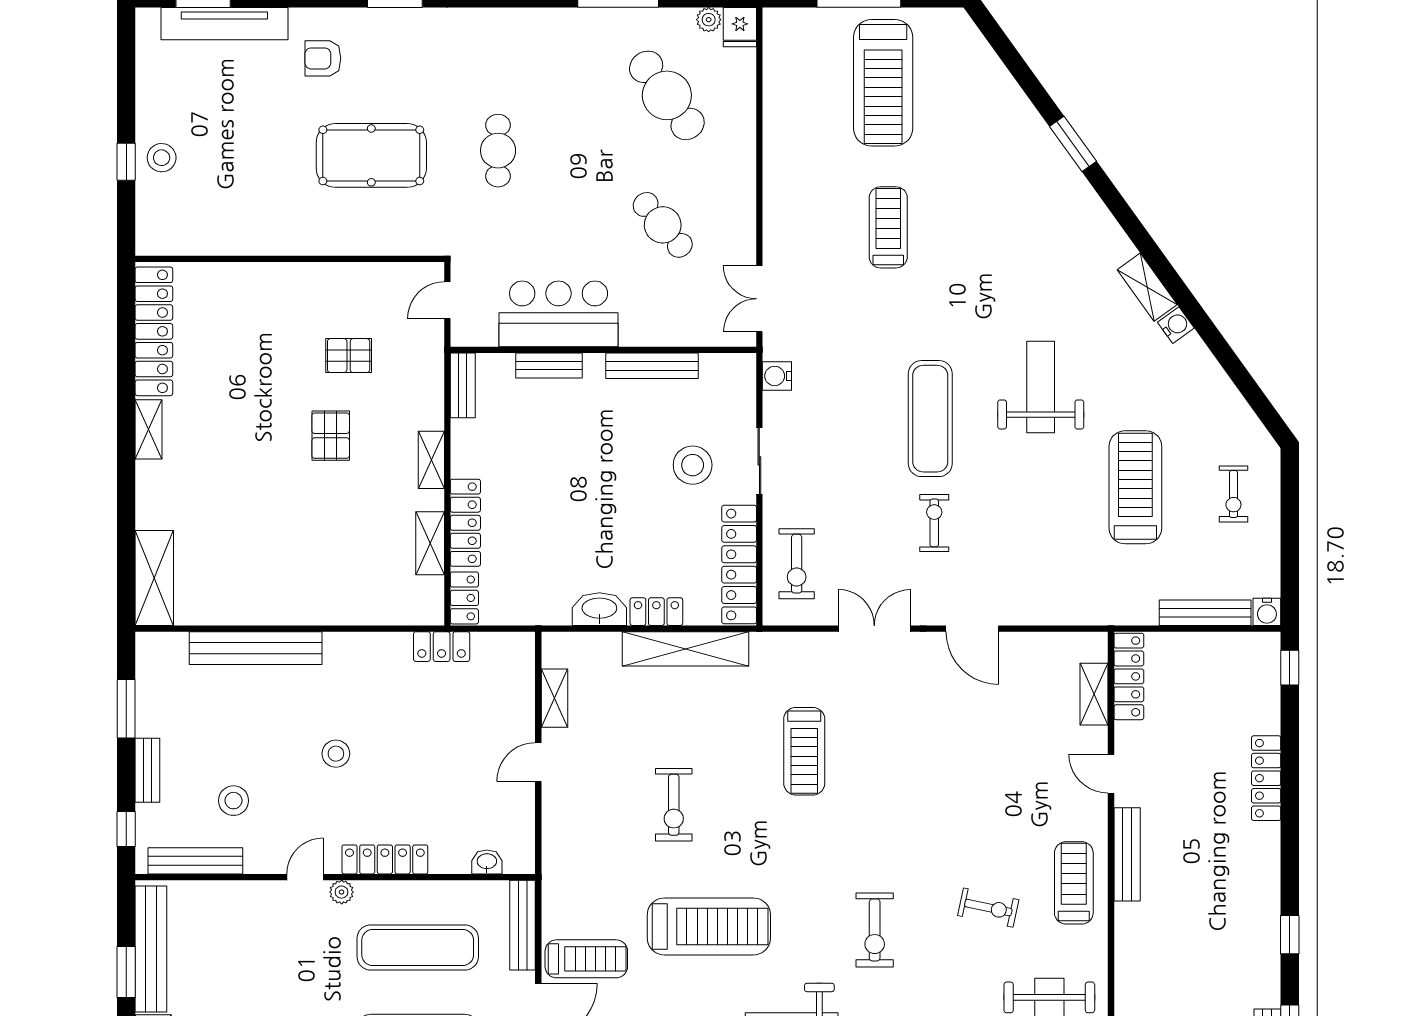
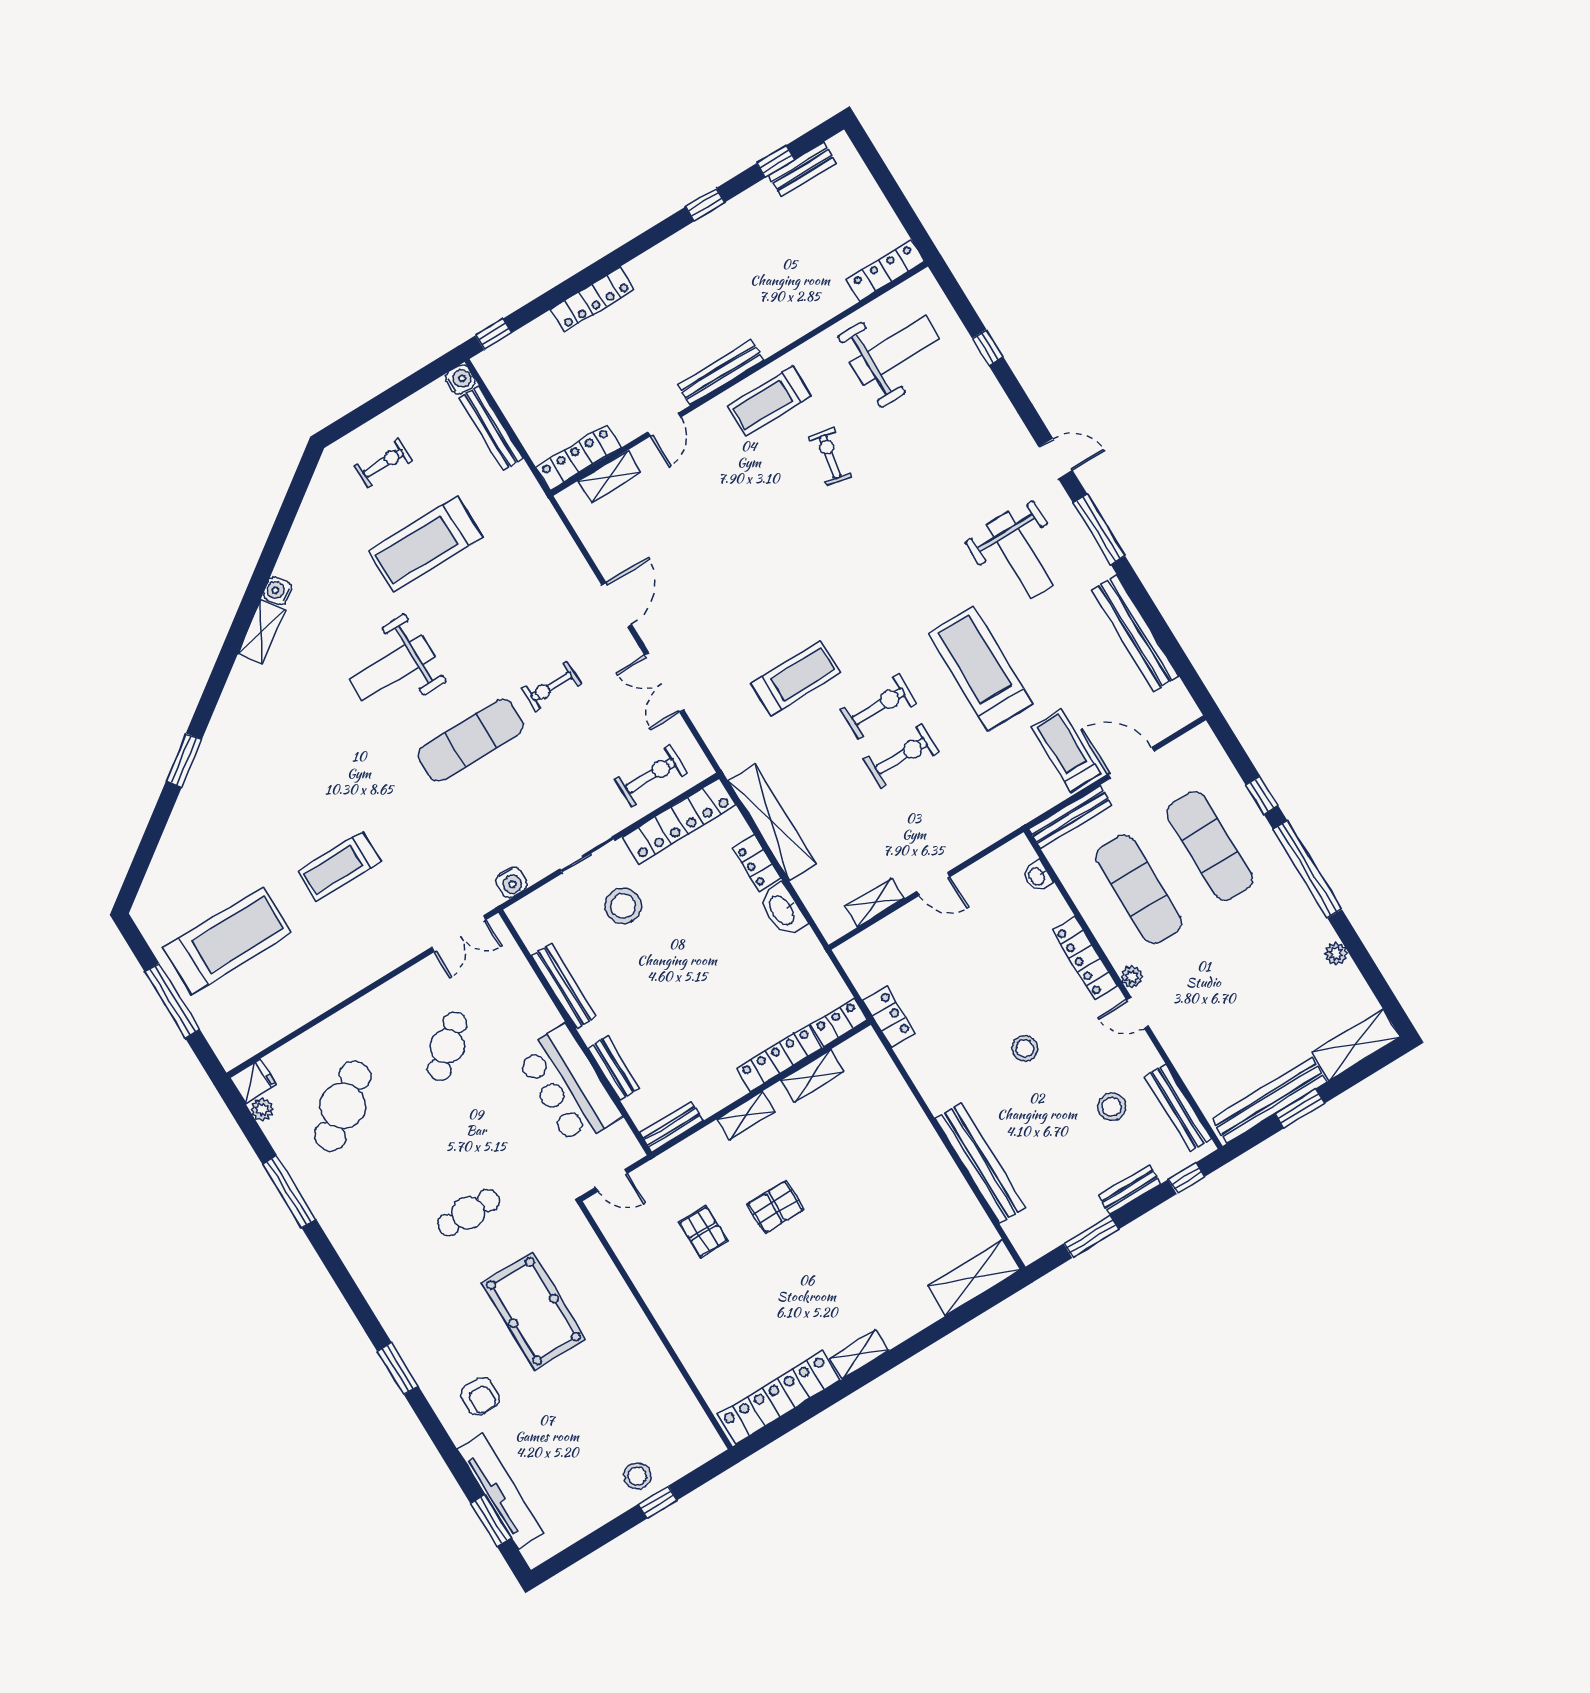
exercise bike: (875, 930) -> (879, 706), moved

